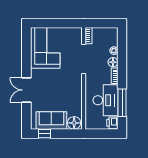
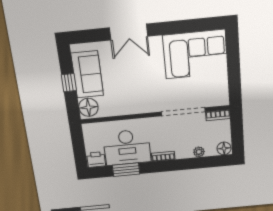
floor lamp: (113, 62) -> (224, 148), moved
double door: (26, 90) -> (129, 32), swing flipped
window: (122, 103) -> (126, 170), width x0.69
window: (45, 134) -> (69, 83), moved

